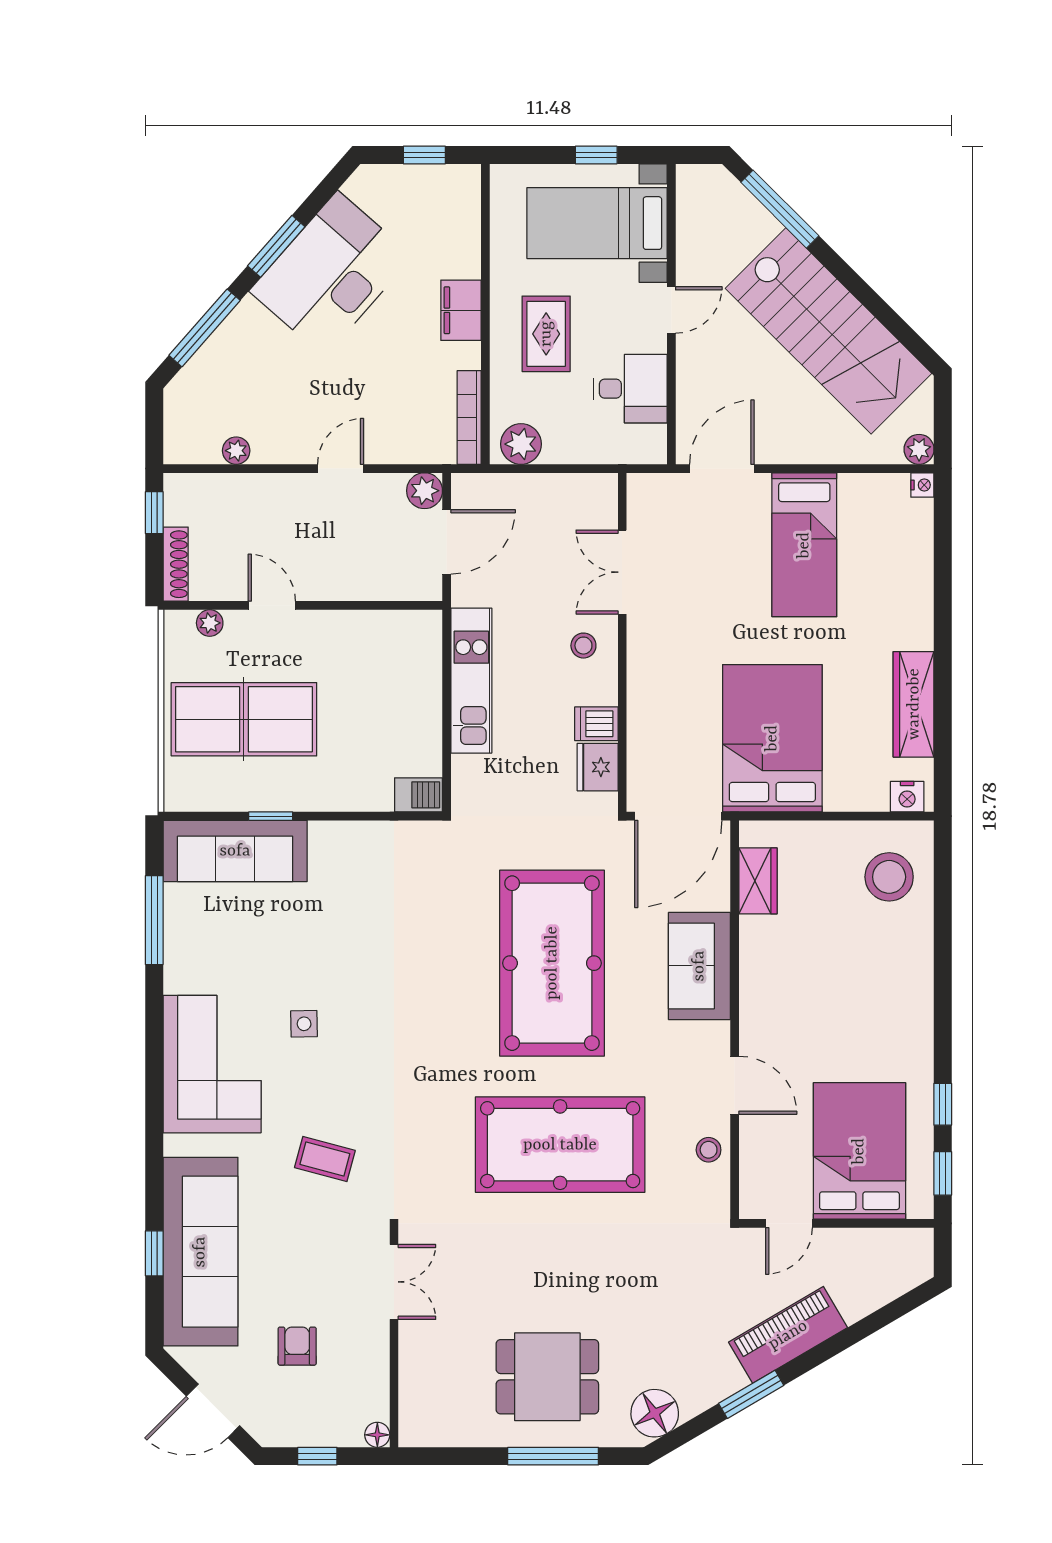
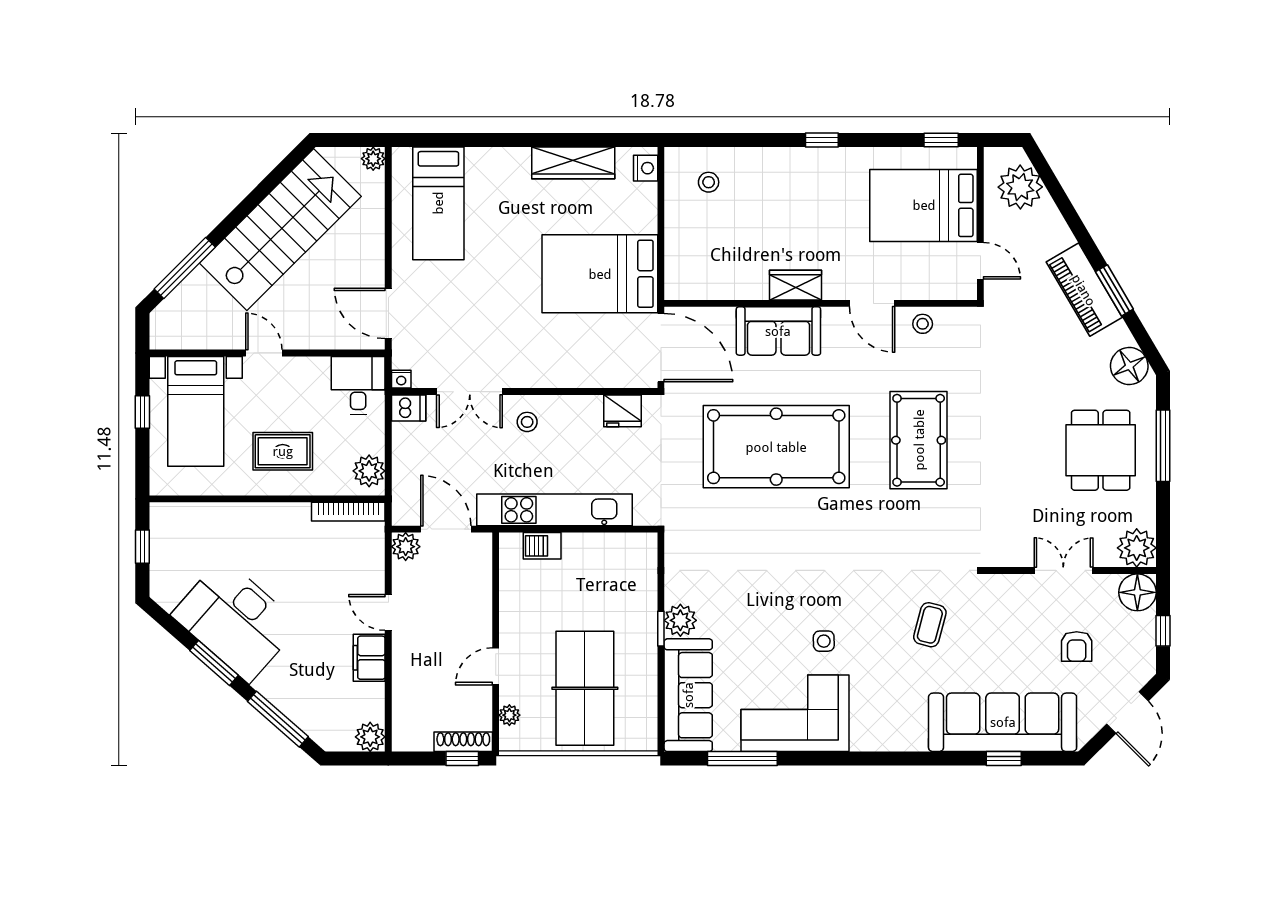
filing cabinet: (461, 310) -> (369, 658), moved, turned 90
desk: (630, 389) -> (358, 385), moved
plant: (236, 451) -> (370, 737), moved, width x1.38, depth x1.38
nightstand: (922, 485) -> (401, 379), moved, turned 180
window: (154, 513) -> (462, 759), moved
bed: (804, 545) -> (438, 203), moved, turned 90
kitchen unit: (471, 681) -> (555, 510), width x1.36
dishwasher: (596, 724) -> (409, 408), moved, turned -90
barbecue: (418, 795) -> (542, 546), moved, turned -90
window: (271, 816) -> (661, 629), moved
plant: (331, 841) -> (680, 620), added
stool: (889, 877) -> (709, 182), width x0.53, depth x0.53
wardrobe: (758, 881) -> (795, 285), moved
corner sofa: (212, 1064) -> (795, 713), moved
door: (735, 1085) -> (872, 303), swing flipped
window: (943, 1104) -> (822, 140), moved
pool table: (560, 1145) -> (919, 440), width x0.73, depth x0.76
plant: (883, 1274) -> (1020, 187), added
double door: (394, 1282) -> (1063, 570), moved
piano: (788, 1335) -> (1084, 290), moved
armchair: (297, 1346) -> (1077, 646), turned -90
plant: (423, 1423) -> (1137, 548), added
floor lamp: (377, 1435) -> (1137, 592), width x1.89, depth x1.89

